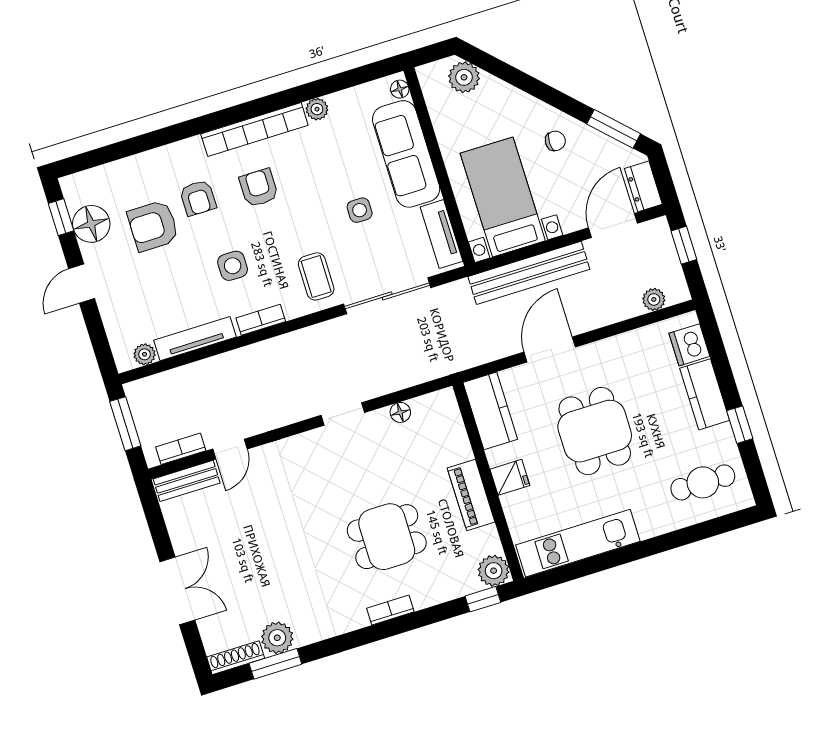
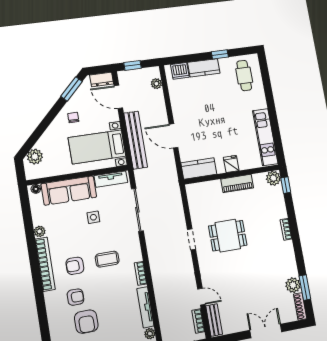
side table: (233, 266) -> (112, 284), removed
coffee table: (316, 276) -> (107, 259), moved
floor lamp: (400, 412) -> (194, 211), removed
dining table: (595, 431) -> (215, 121), removed
dining table: (387, 537) -> (228, 236), moved, turned 90

